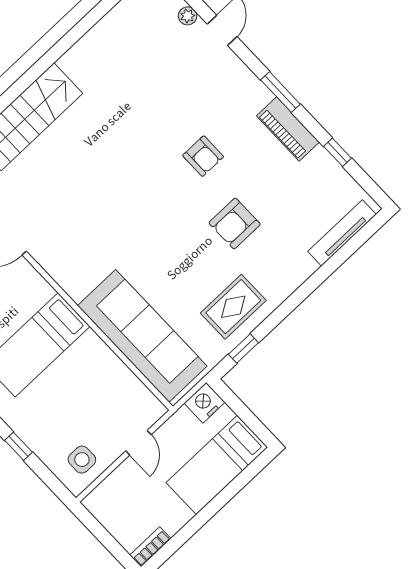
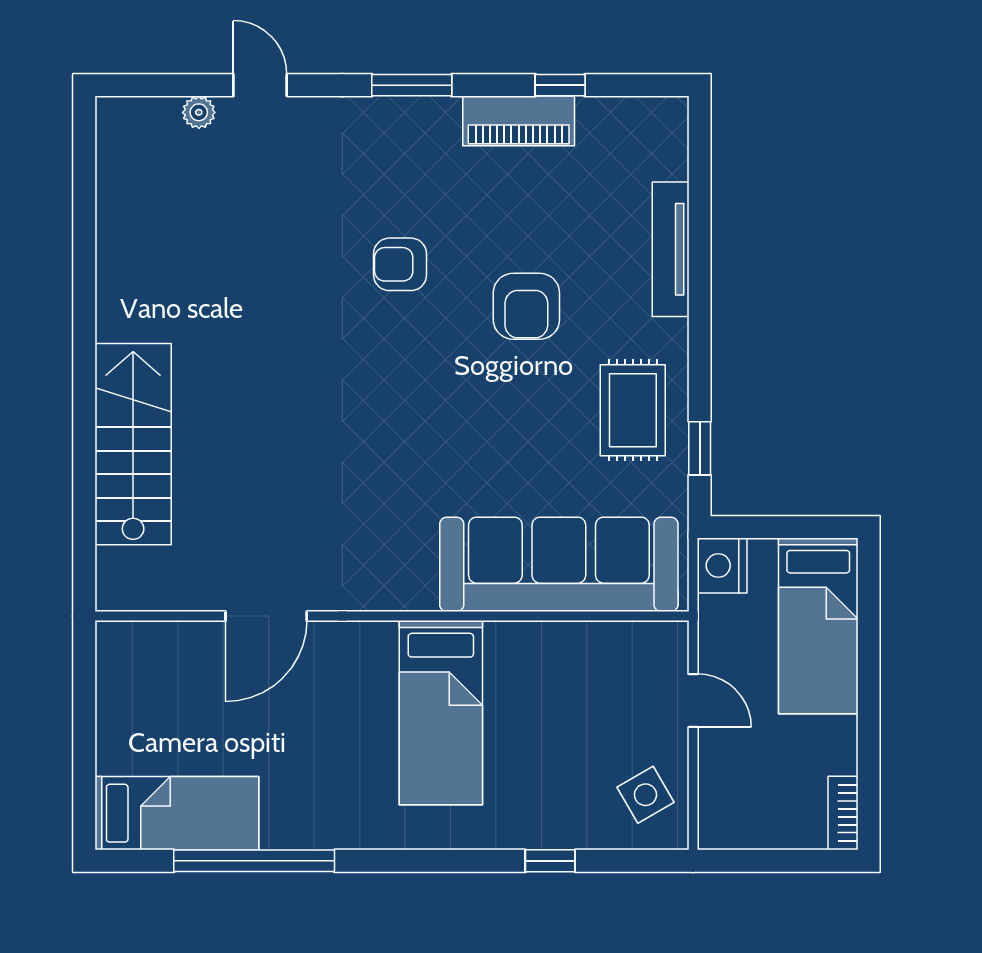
piano: (288, 129) -> (519, 121), moved
armchair: (203, 156) -> (400, 264), turned 180
tv unit: (342, 233) -> (671, 249), moved
side table: (82, 460) -> (645, 795), turned -30

